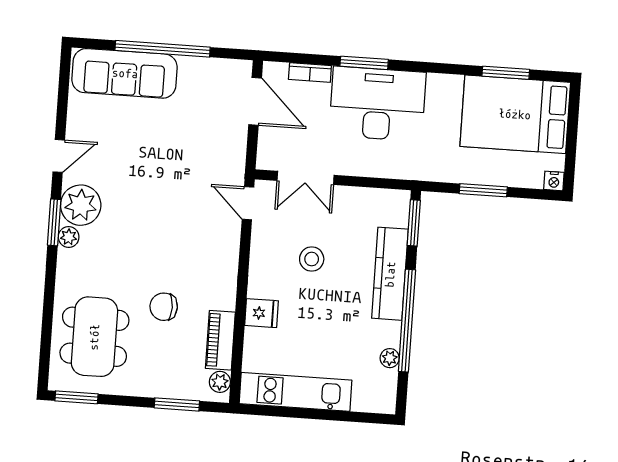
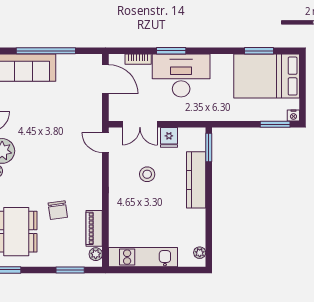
window: (483, 190) -> (275, 124), moved
chair: (164, 307) -> (58, 210), turned -98
fridge: (261, 313) -> (169, 137), moved, turned 90
window: (407, 321) -> (209, 208), removed
plant: (390, 358) -> (200, 253), moved

